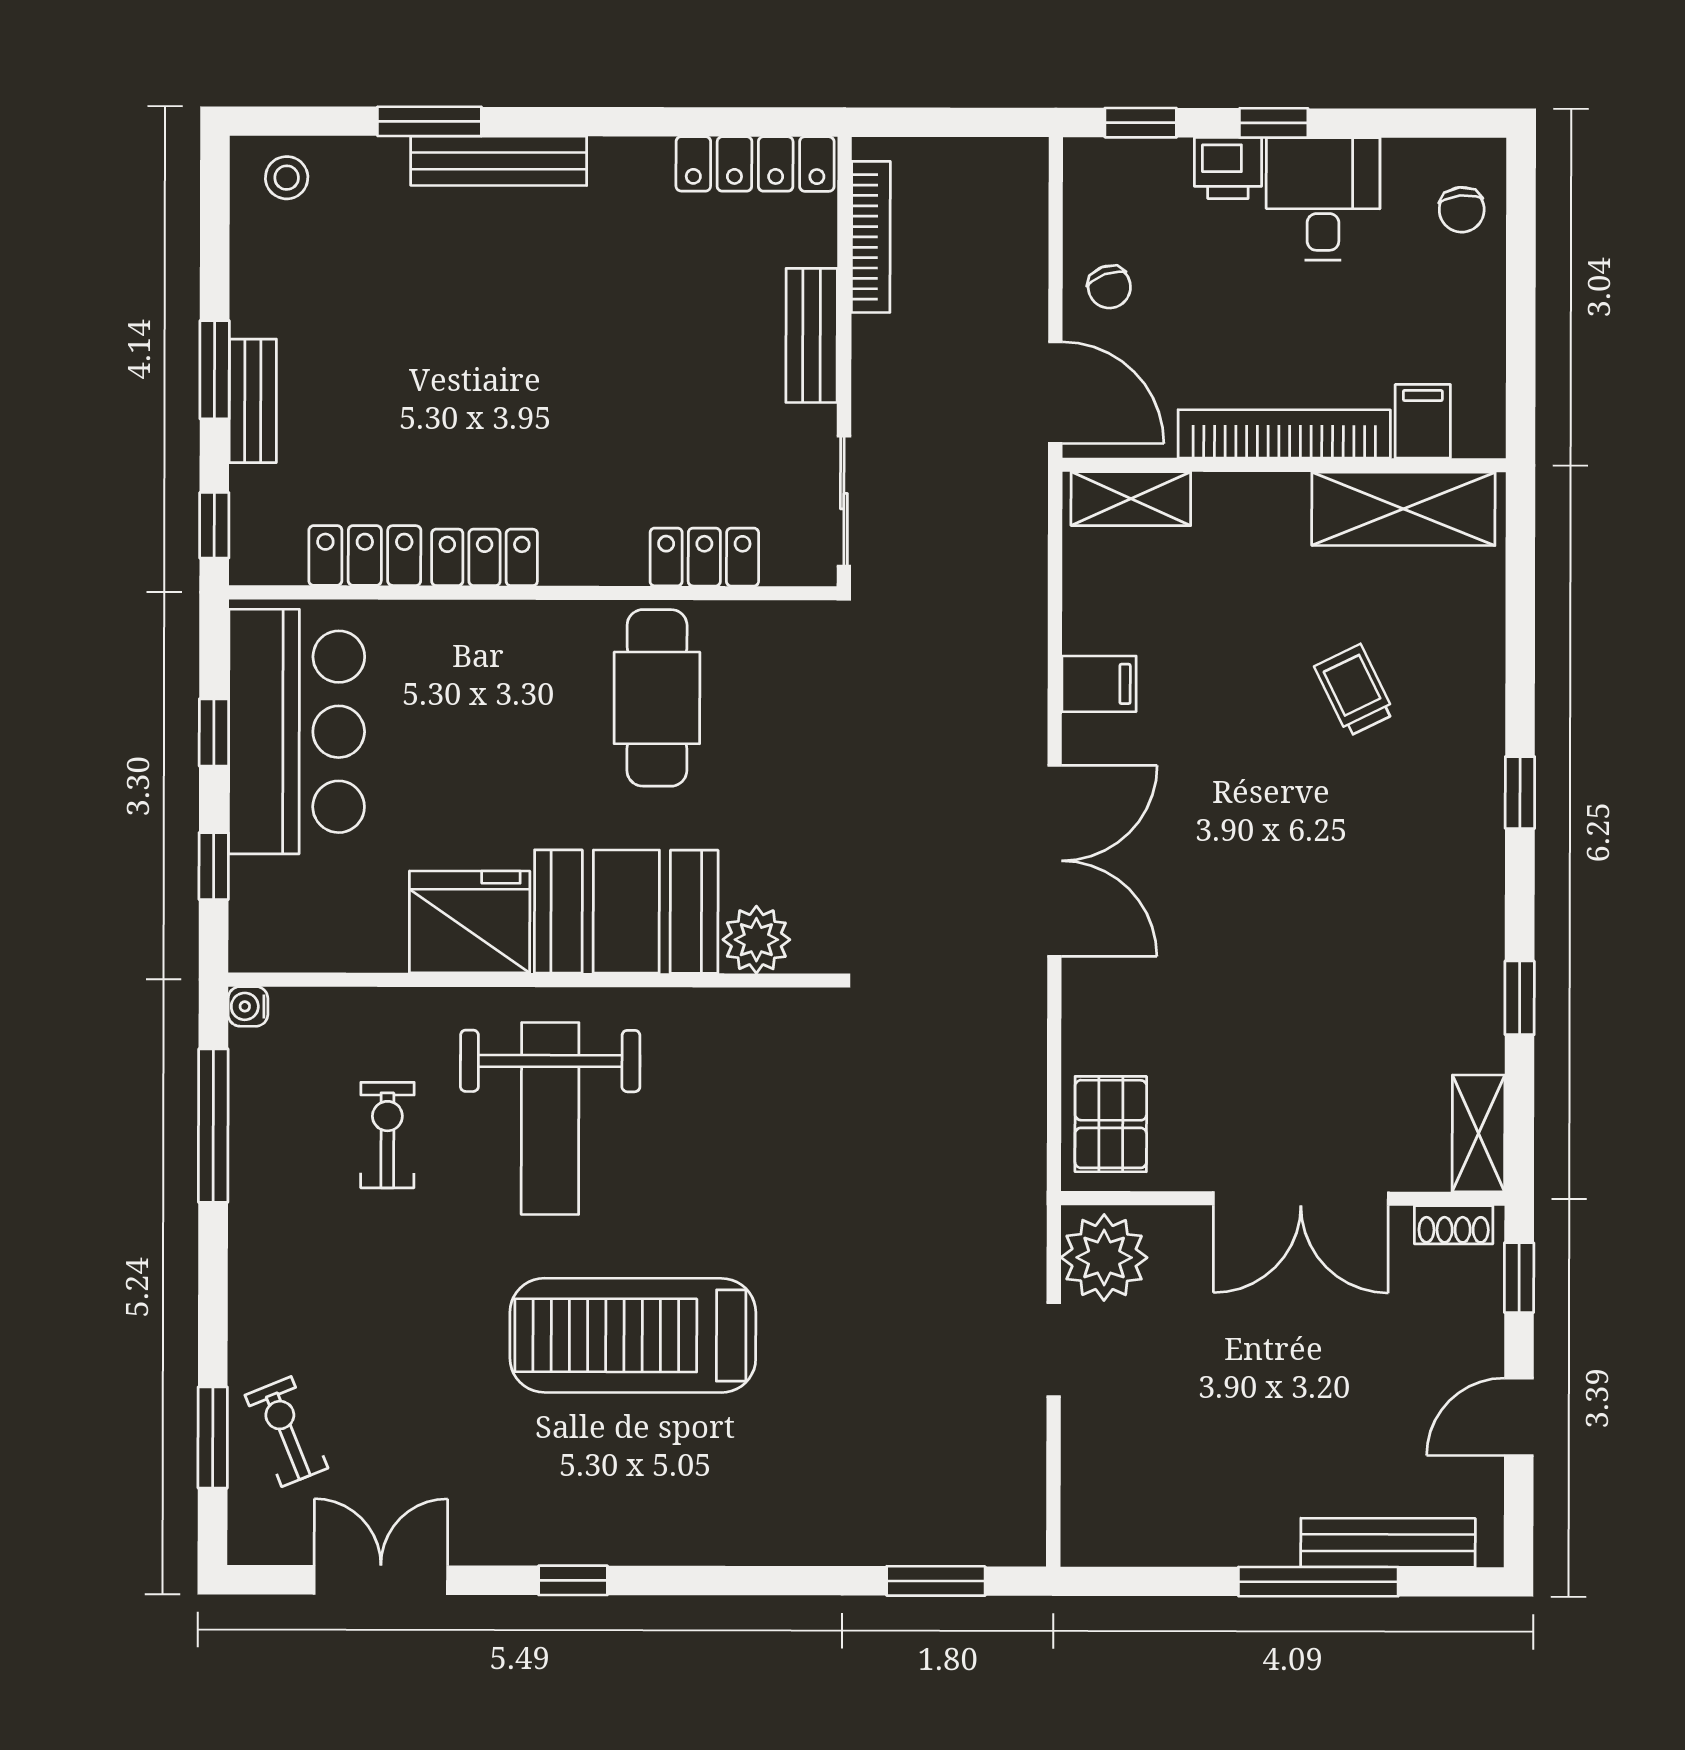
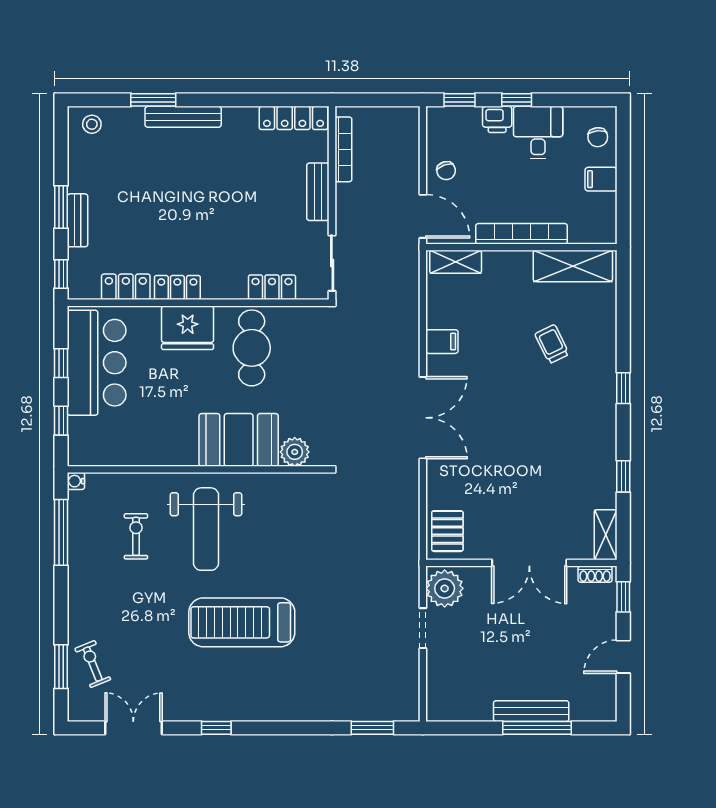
filing cabinet: (1423, 421) -> (601, 179), moved, turned -90
fridge: (470, 922) -> (188, 328), moved, turned 180
bench: (1388, 1543) -> (531, 711), moved

